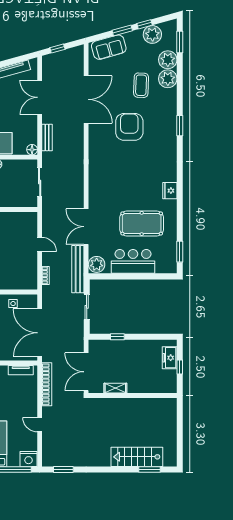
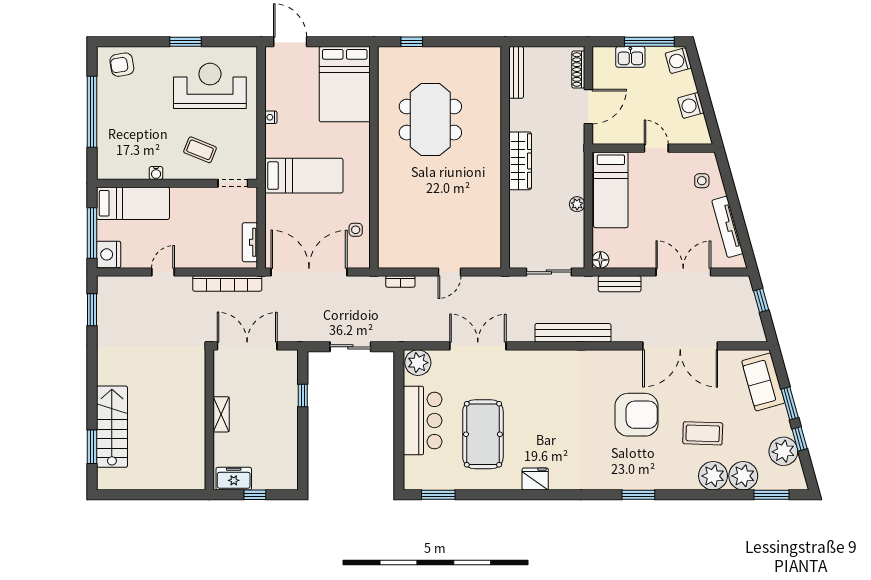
bench: (78, 269) -> (573, 333), moved
freezer: (170, 358) -> (234, 479), moved
shelving: (115, 388) -> (221, 414), moved

